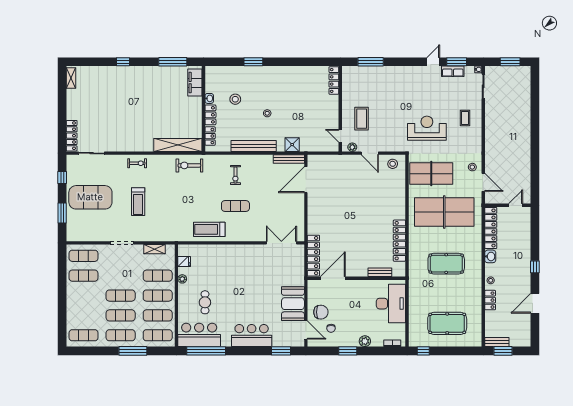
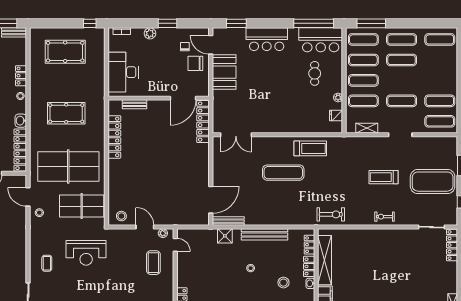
shelving: (178, 145) -> (324, 260), moved, turned 90
exercise bike: (235, 175) -> (283, 205), removed
treadmill: (138, 202) -> (384, 177), turned -90
exercise mat: (235, 206) -> (283, 173), width x1.36, depth x1.45
exercise mat: (121, 296) -> (402, 101), moved
window: (133, 351) -> (371, 23), moved

